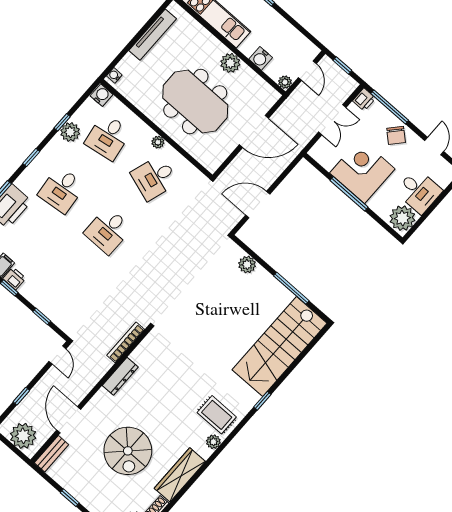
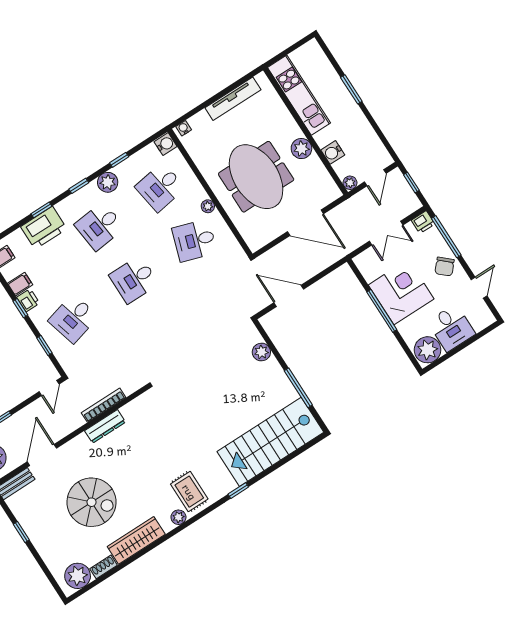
plant: (70, 132) -> (108, 182), moved
desk: (62, 283) -> (73, 319), added
bookcase: (126, 342) -> (104, 405), moved
spiral stairs: (128, 451) -> (92, 502), turned -90

